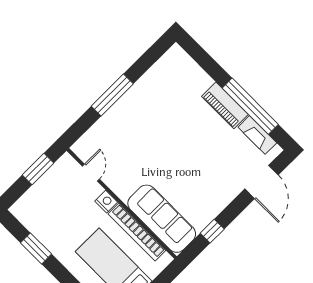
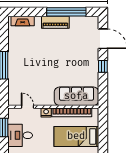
fireplace: (257, 135) -> (23, 21), moved
desk: (48, 198) -> (20, 135), added
window: (212, 231) -> (103, 66), moved

